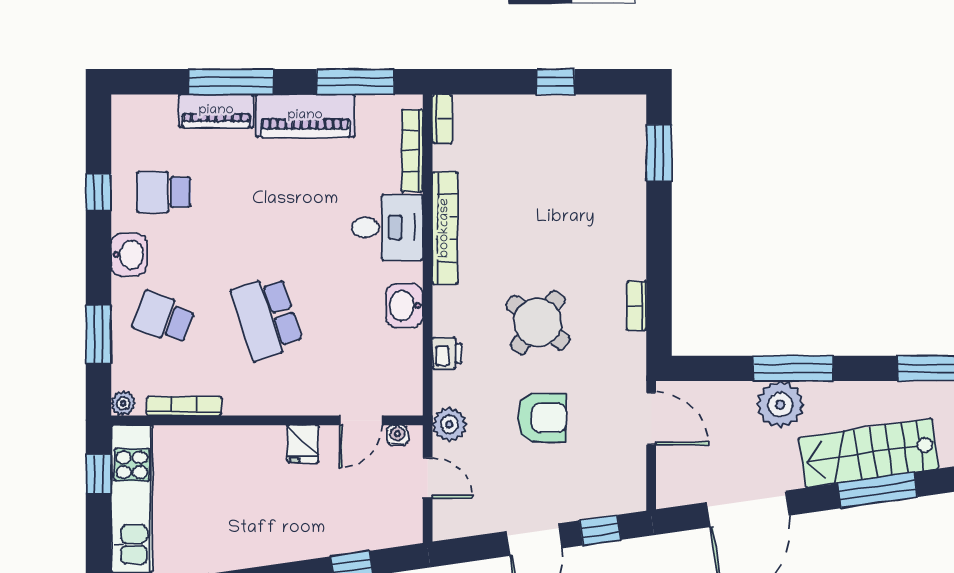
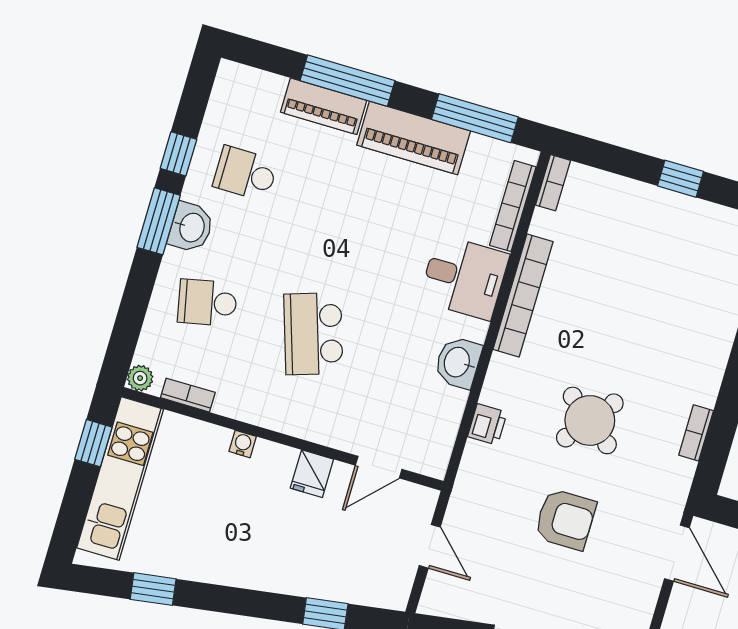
school desk: (164, 318) -> (207, 303), turned -33
window: (98, 334) -> (159, 221), moved
bookcase: (184, 406) -> (188, 395), width x0.64
plant: (449, 424) -> (468, 498), removed
water cooler: (397, 435) -> (243, 444), moved

